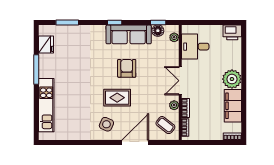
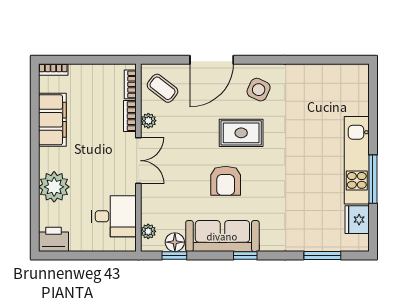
plant: (232, 79) -> (54, 187), moved
kitchen unit: (46, 105) -> (357, 160), moved

